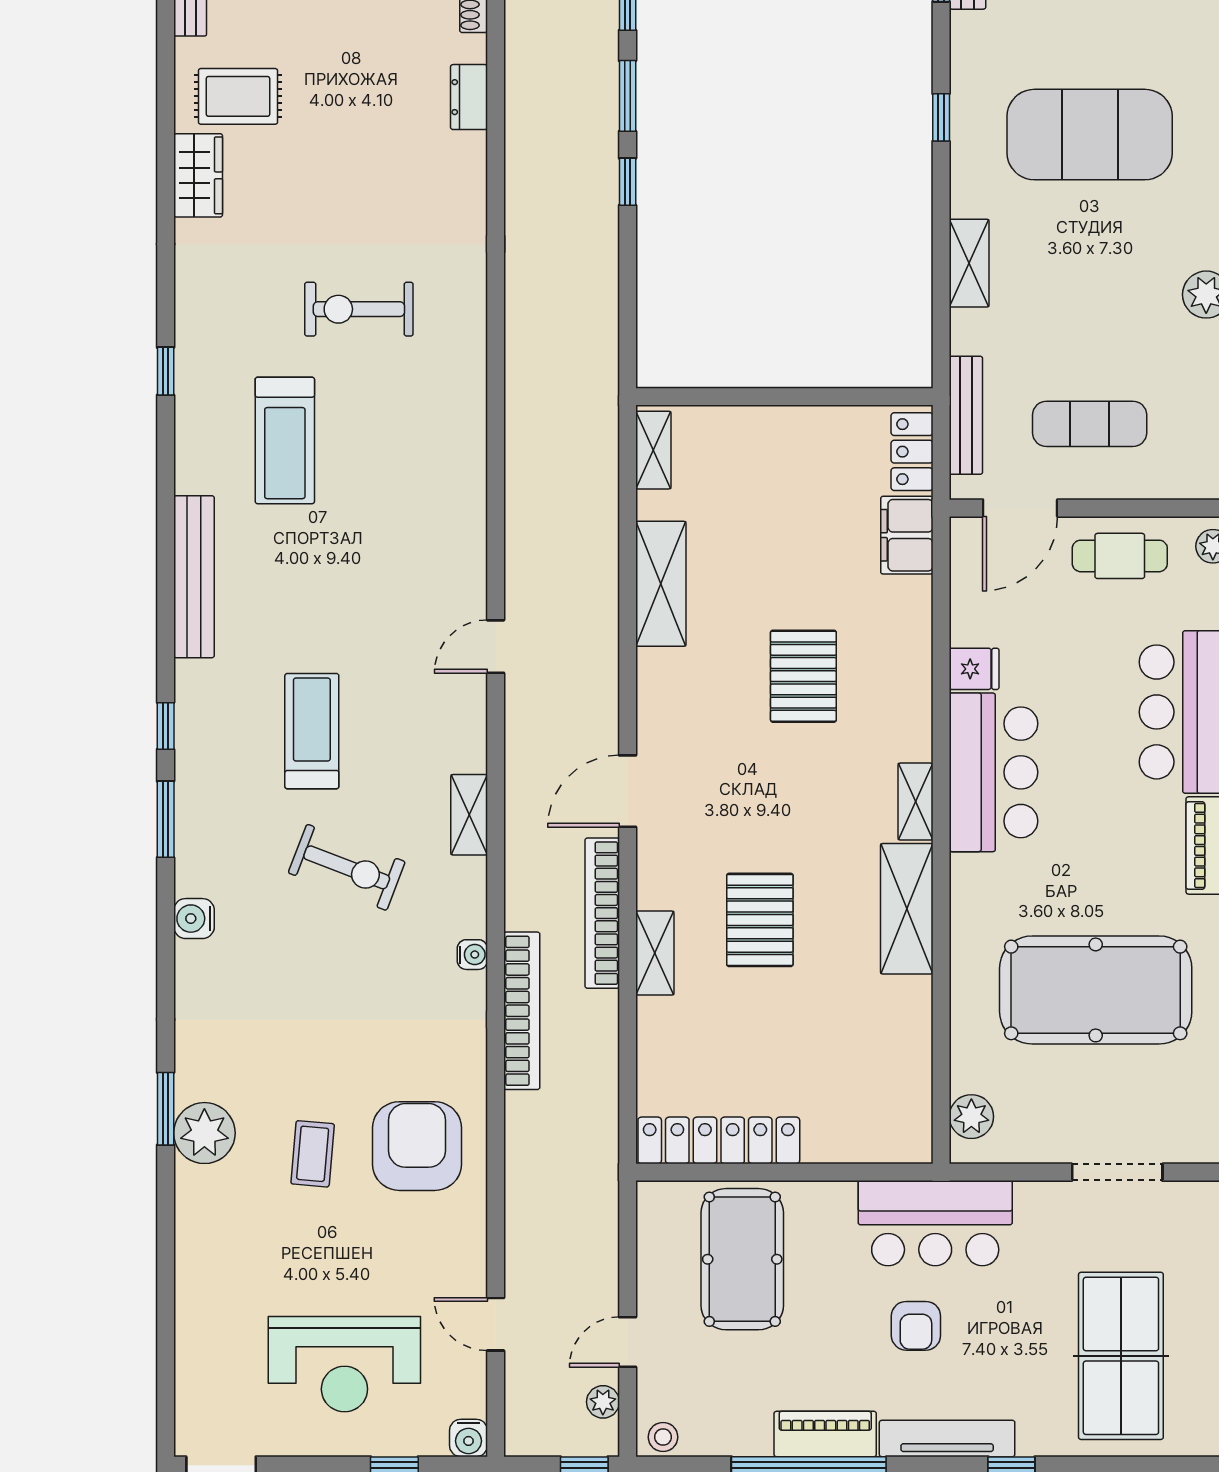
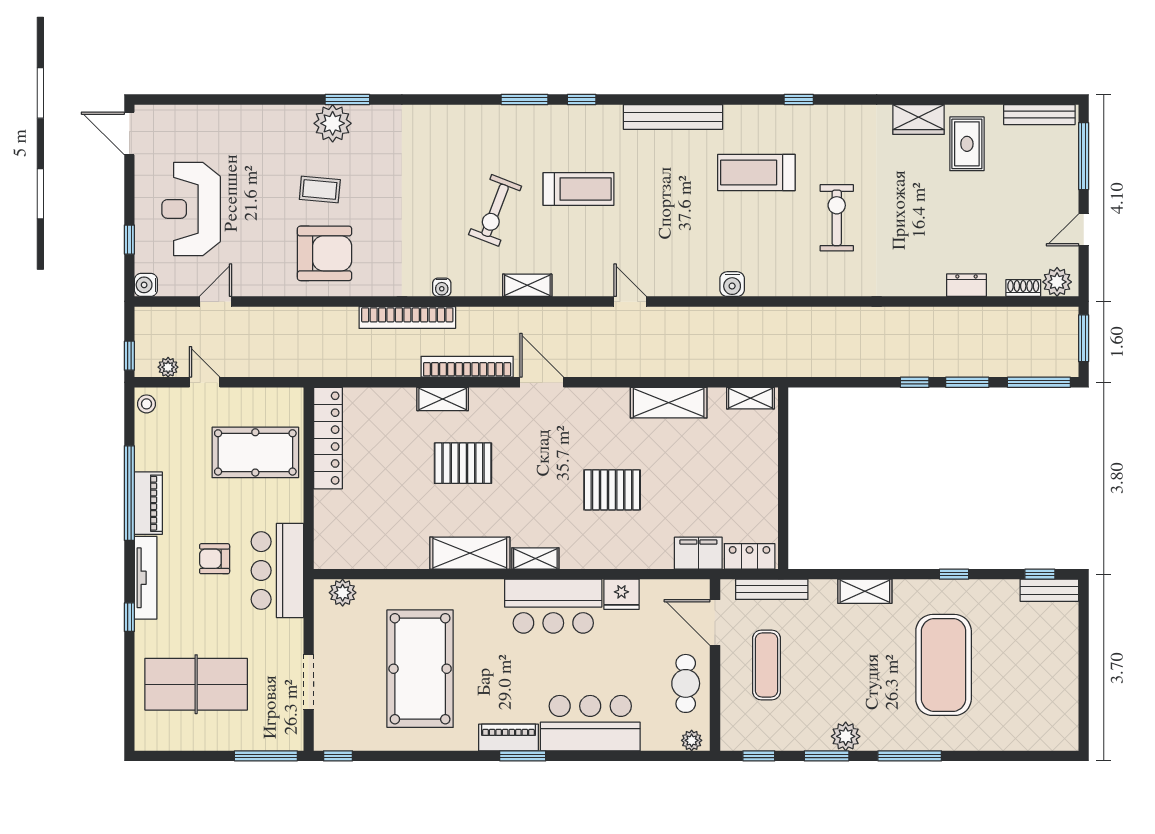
fridge: (974, 669) -> (621, 594), width x1.38
water cooler: (194, 919) -> (732, 284), moved, turned 180

